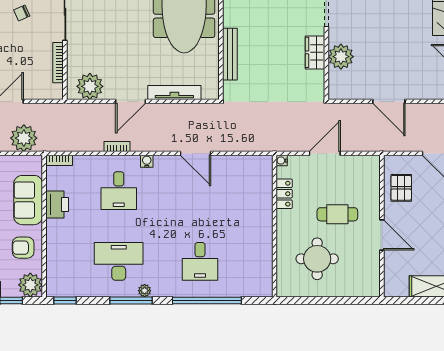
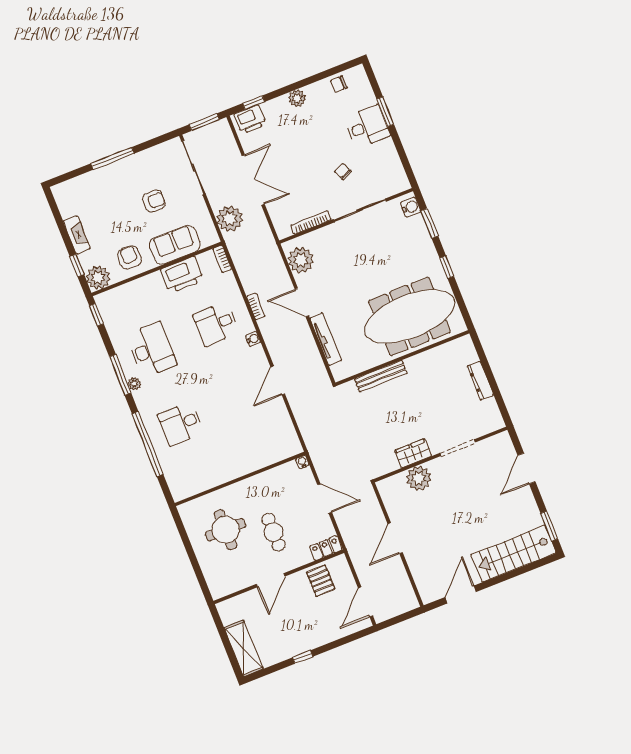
pallet: (401, 188) -> (321, 581), turned 90
locker: (284, 194) -> (326, 548), moved, turned 180
printer: (57, 204) -> (182, 275), width x1.37, depth x1.19

